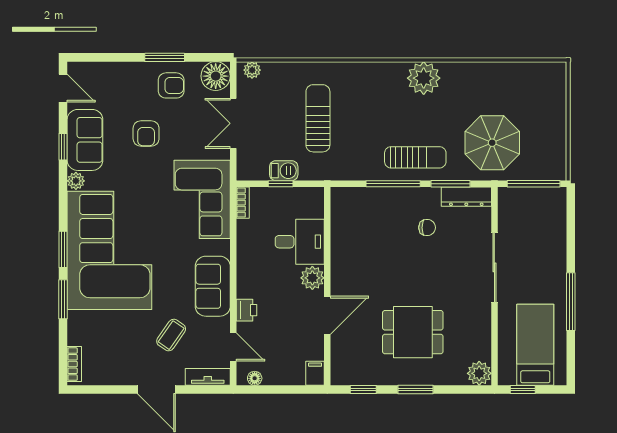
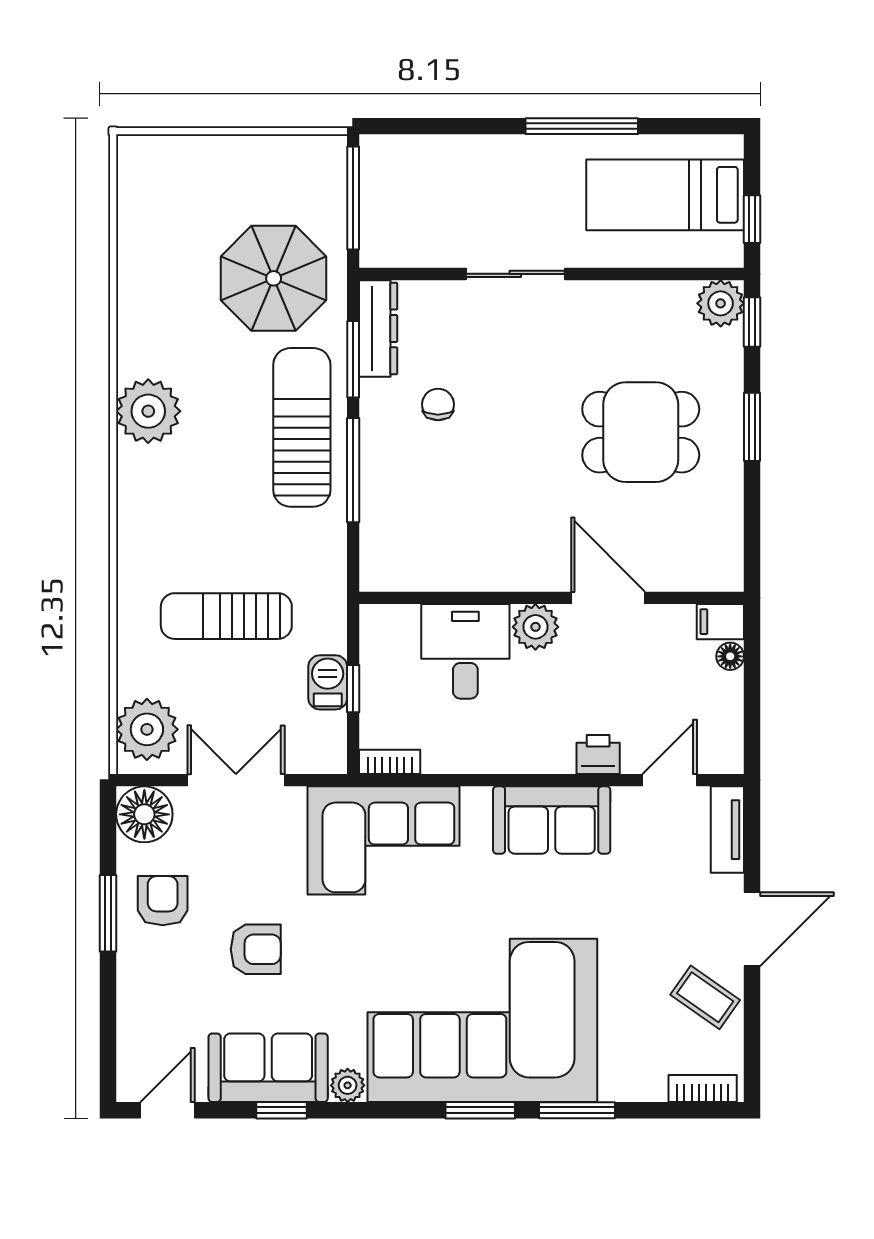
plant: (252, 70) -> (147, 729), width x1.87, depth x1.87
double door: (233, 123) -> (236, 780), swing flipped
sun lounger: (415, 157) -> (302, 427), width x1.36, depth x1.34
sliding door: (494, 267) -> (515, 274), width x0.73
dining table: (413, 332) -> (641, 432), turned 90
coffee table: (171, 335) -> (705, 997), moved
floor lamp: (255, 378) -> (730, 656), moved
window: (363, 390) -> (752, 322), moved

